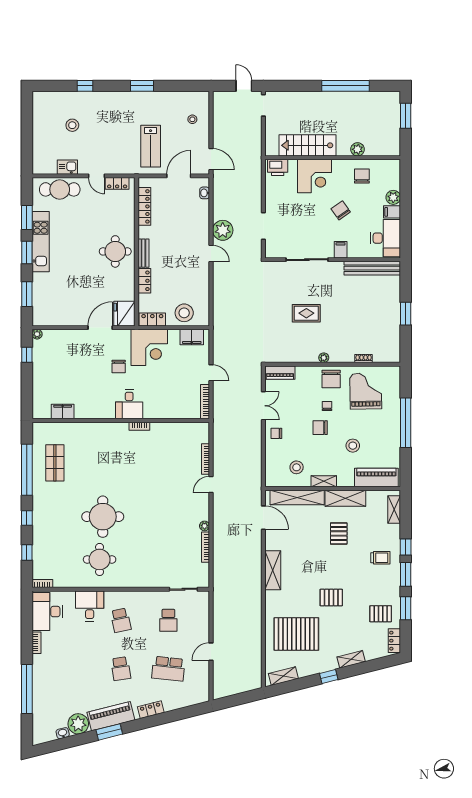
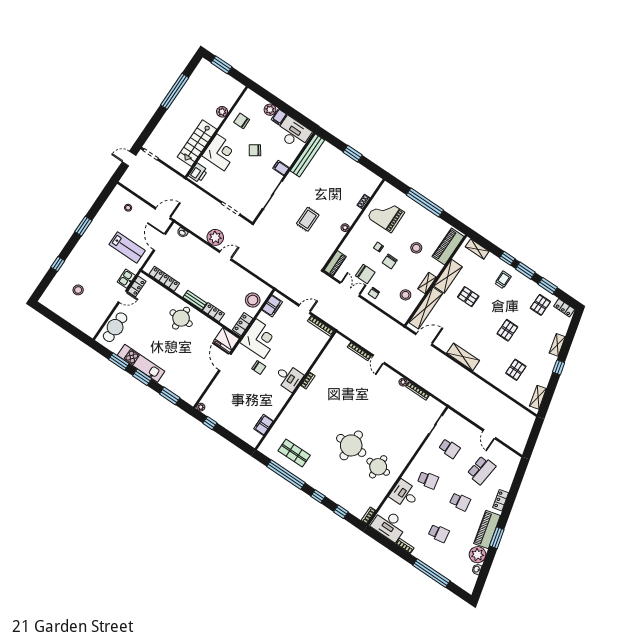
kitchen sink: (67, 167) -> (126, 279), moved
chair: (331, 379) -> (365, 274), moved
pallet: (296, 634) -> (516, 370), width x0.49, depth x0.50
school desk: (73, 669) -> (439, 533), added

